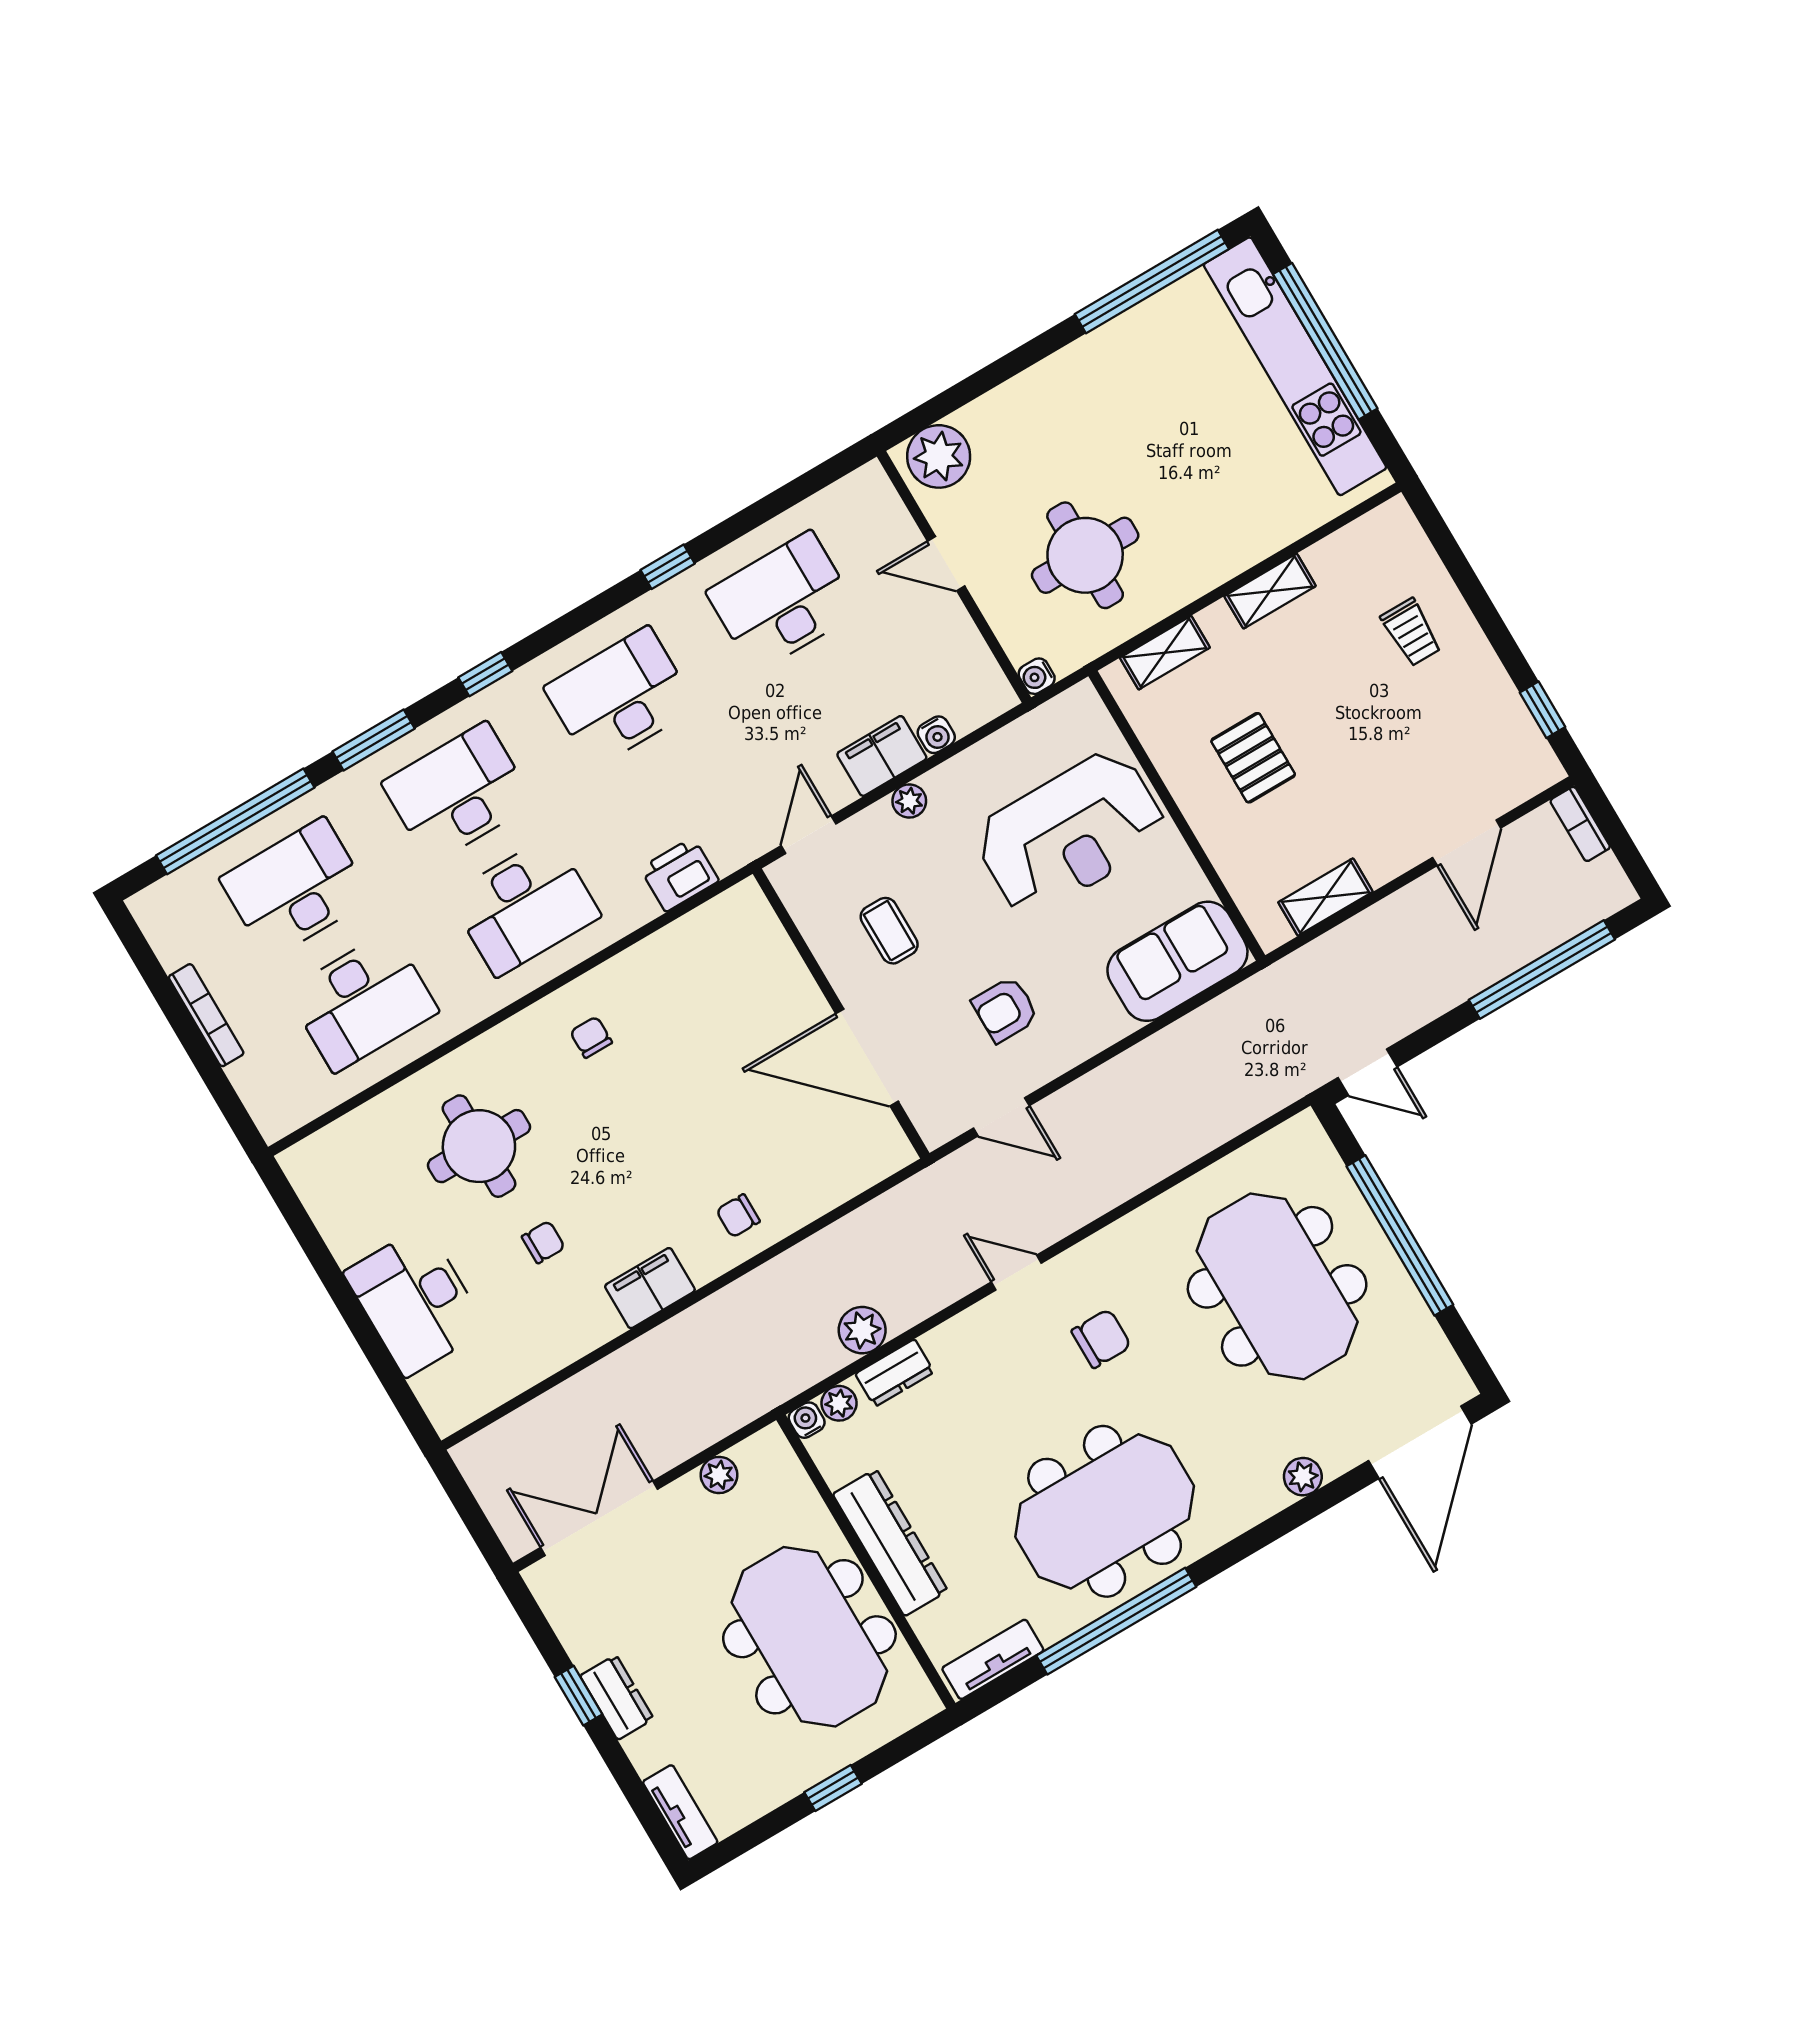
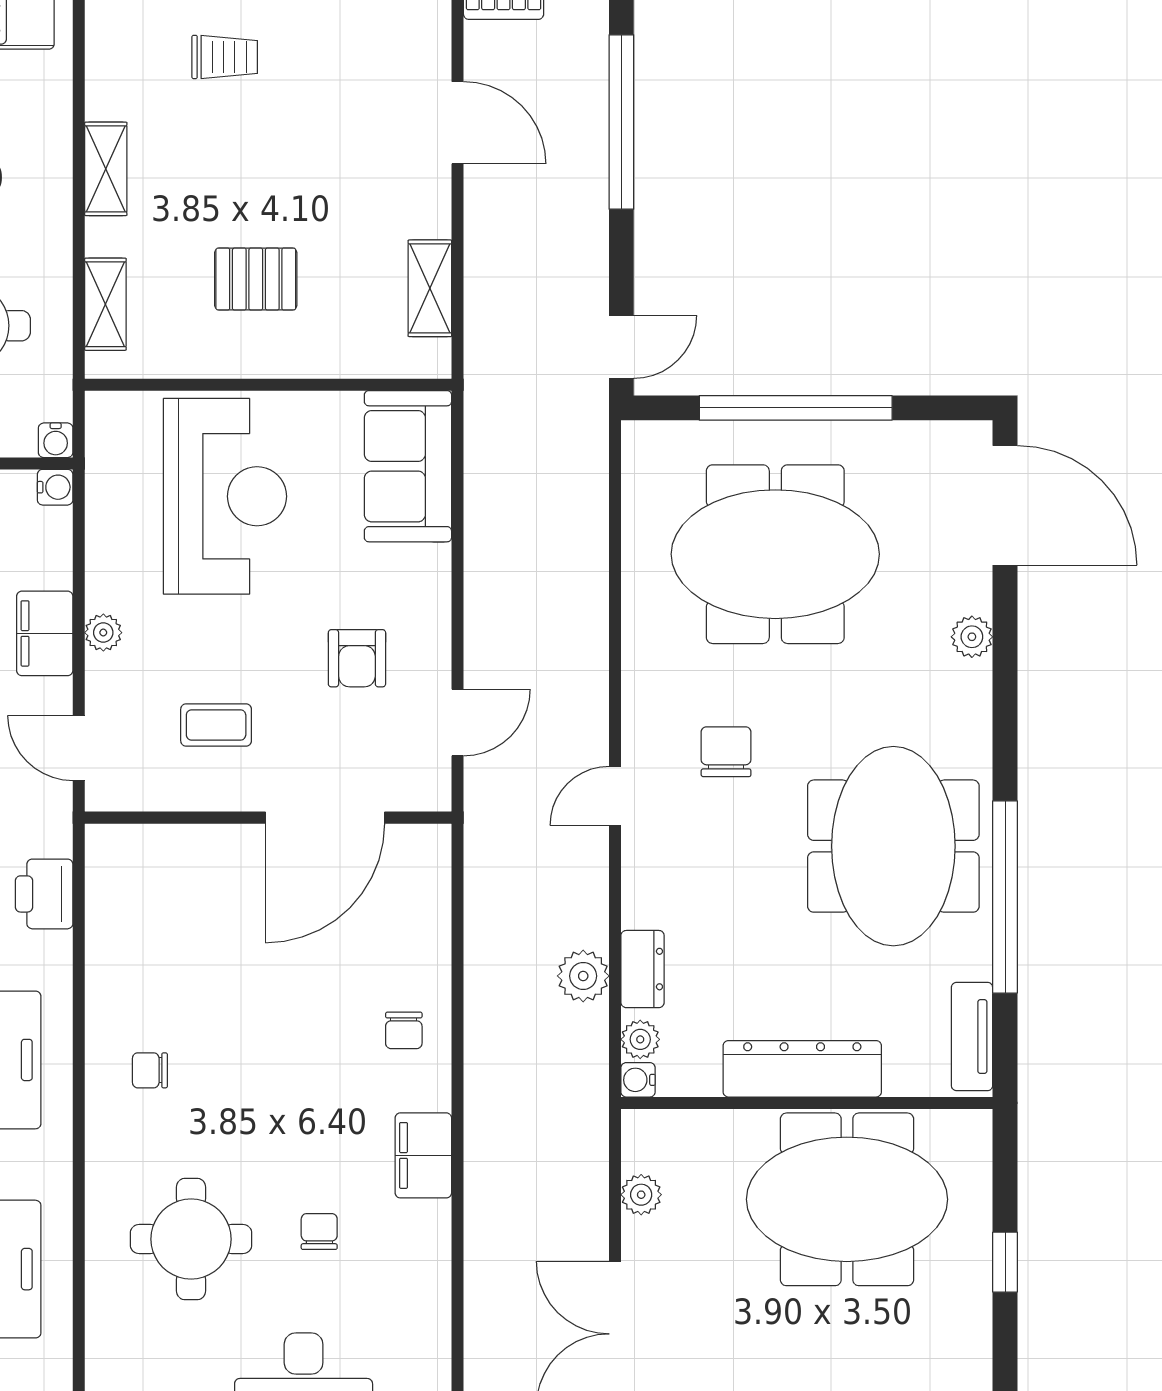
water cooler: (936, 735) -> (55, 487), moved

